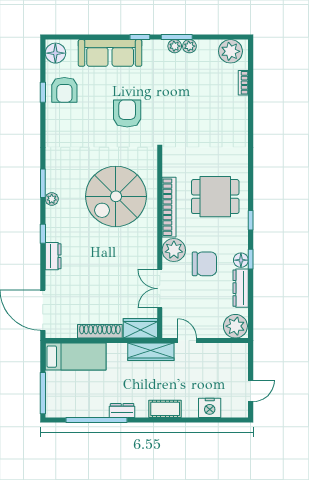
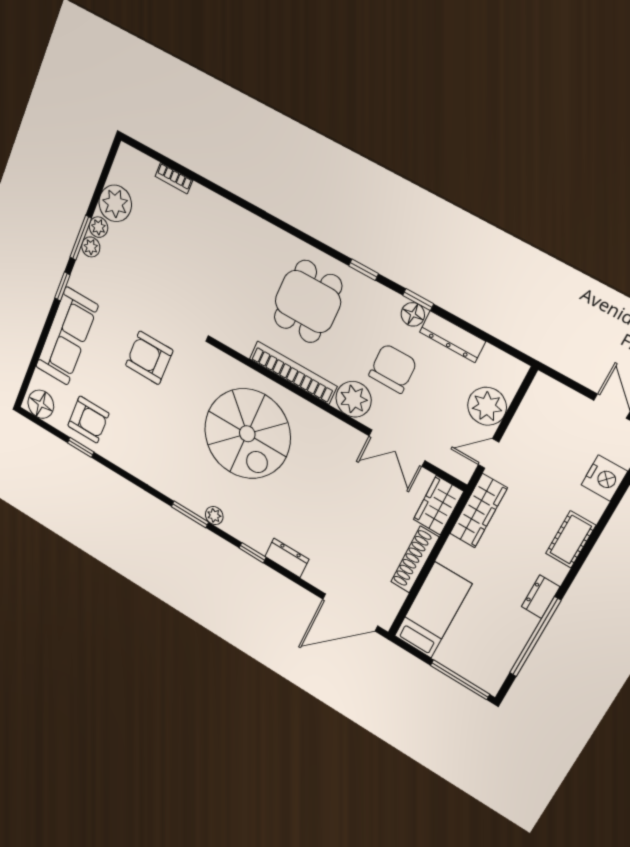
plant: (230, 51) -> (115, 203), moved
plant: (235, 326) -> (487, 406), moved

